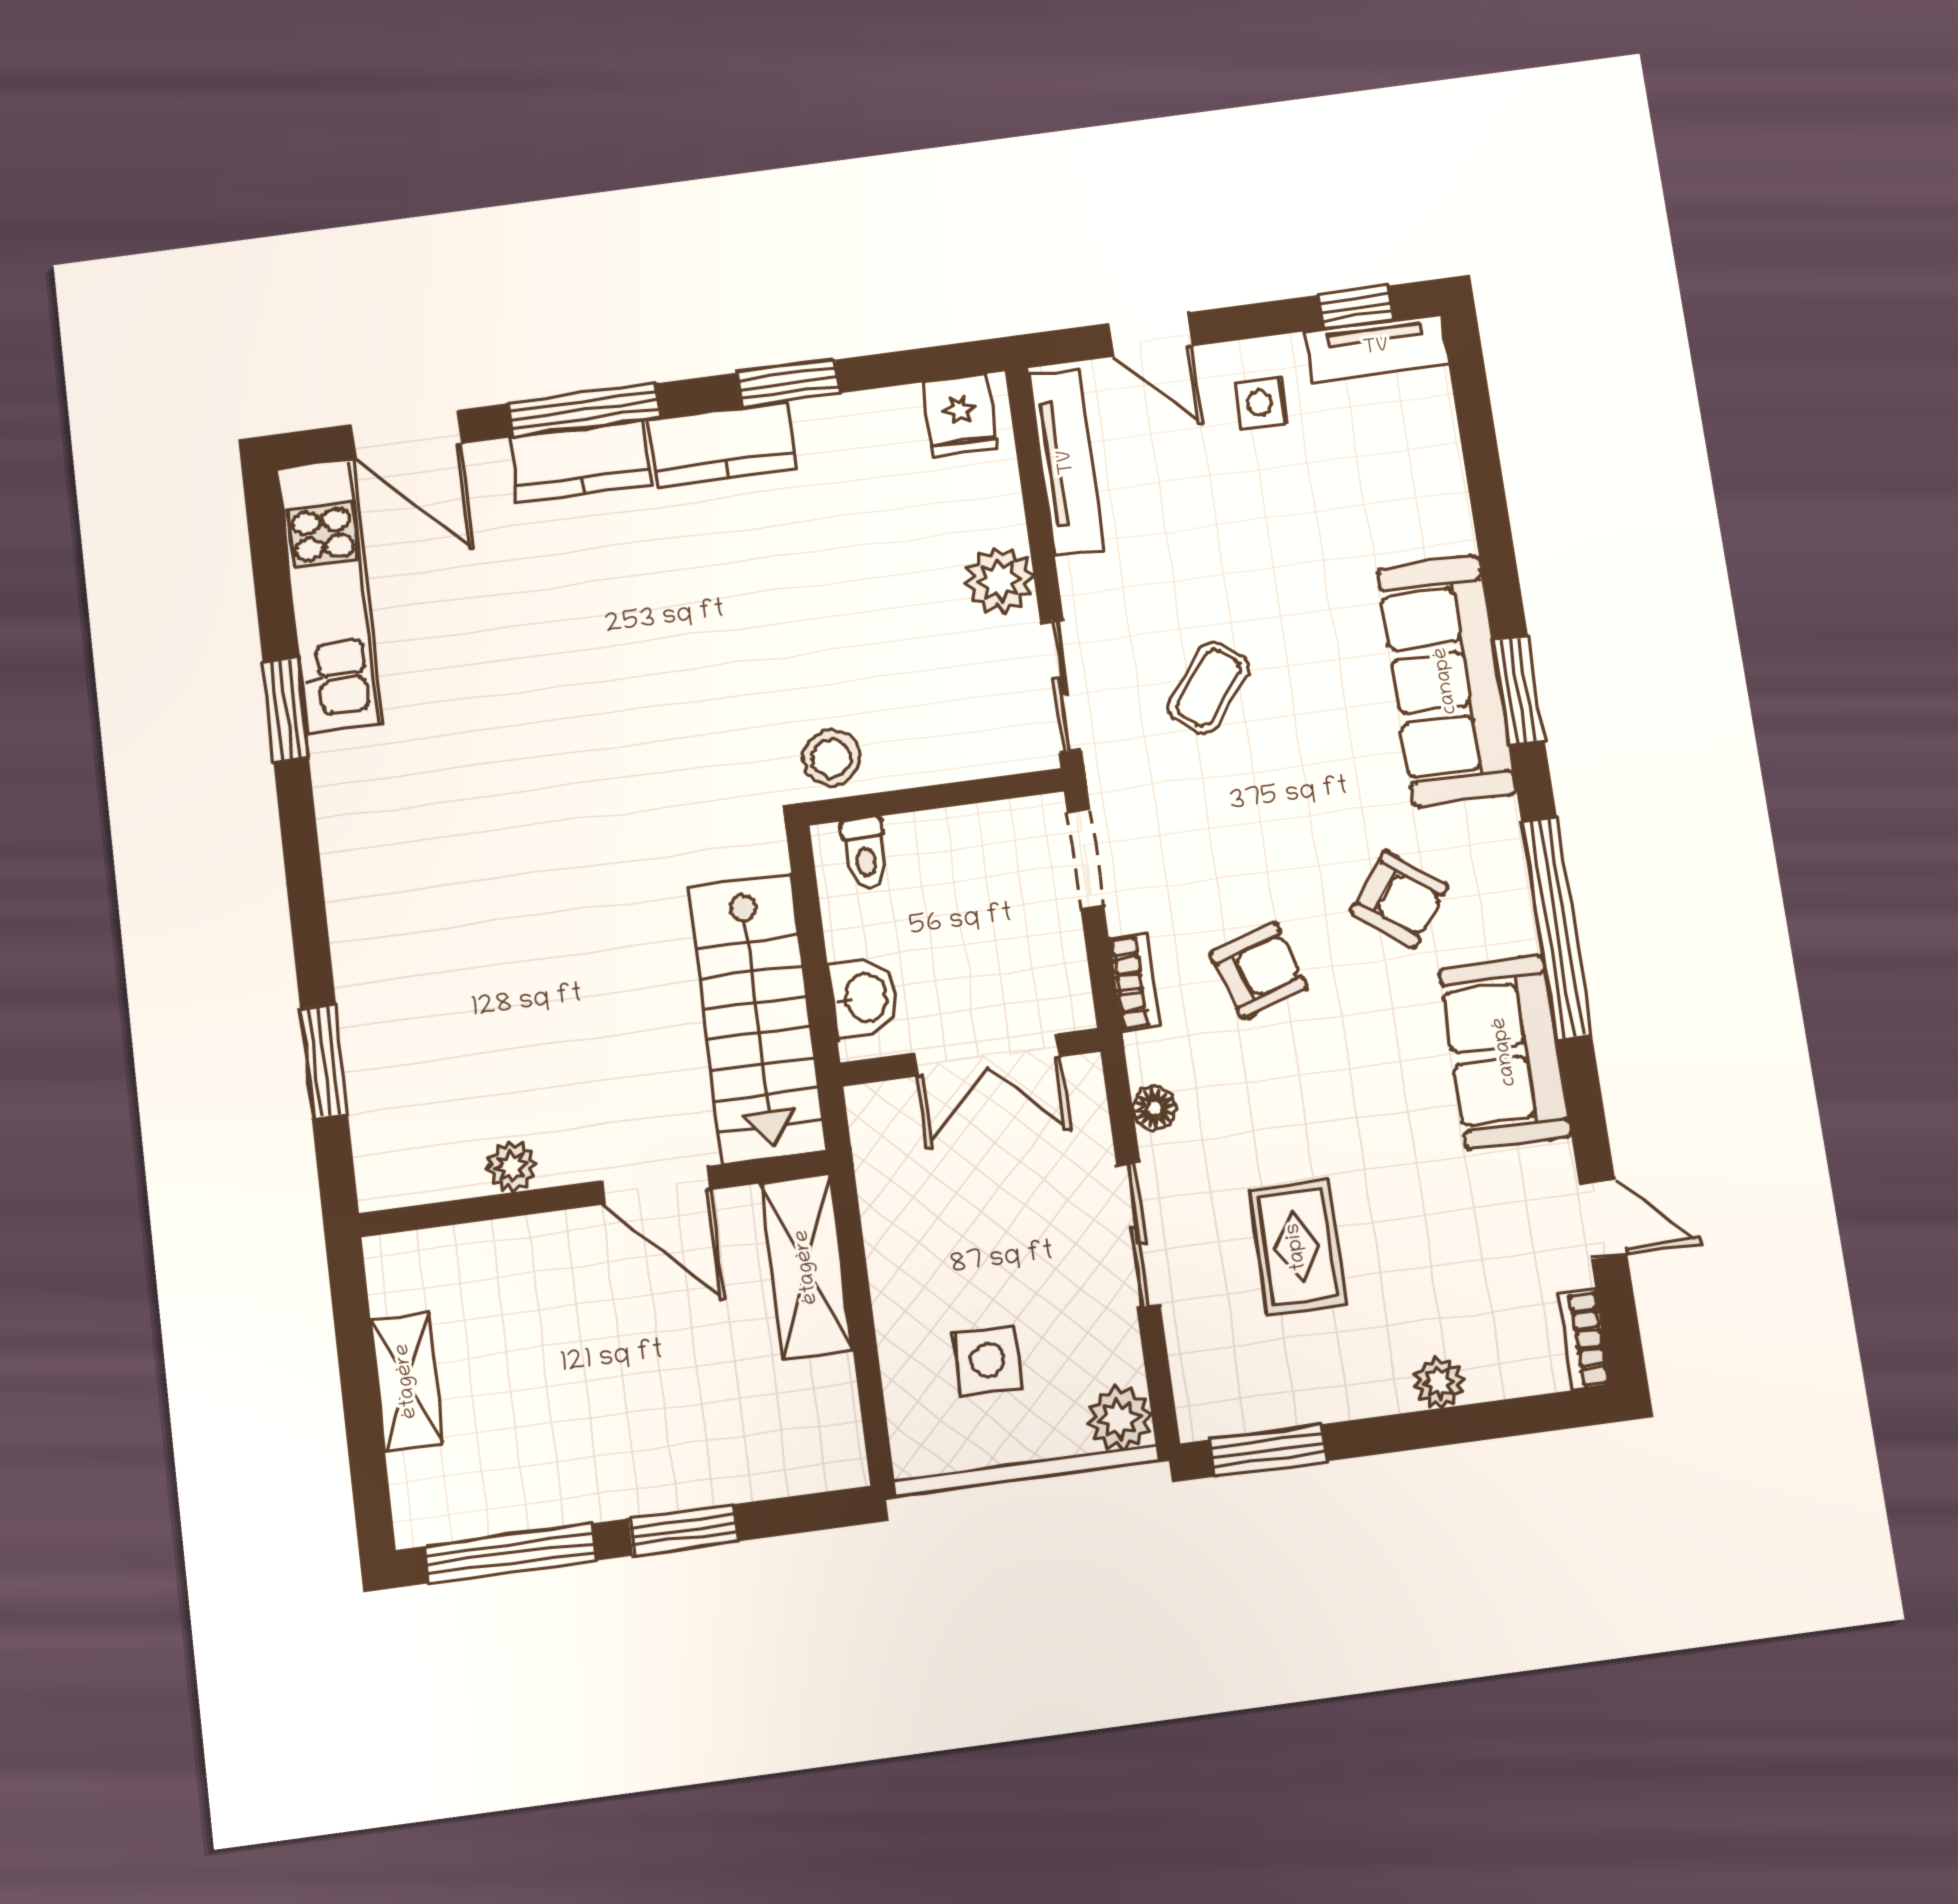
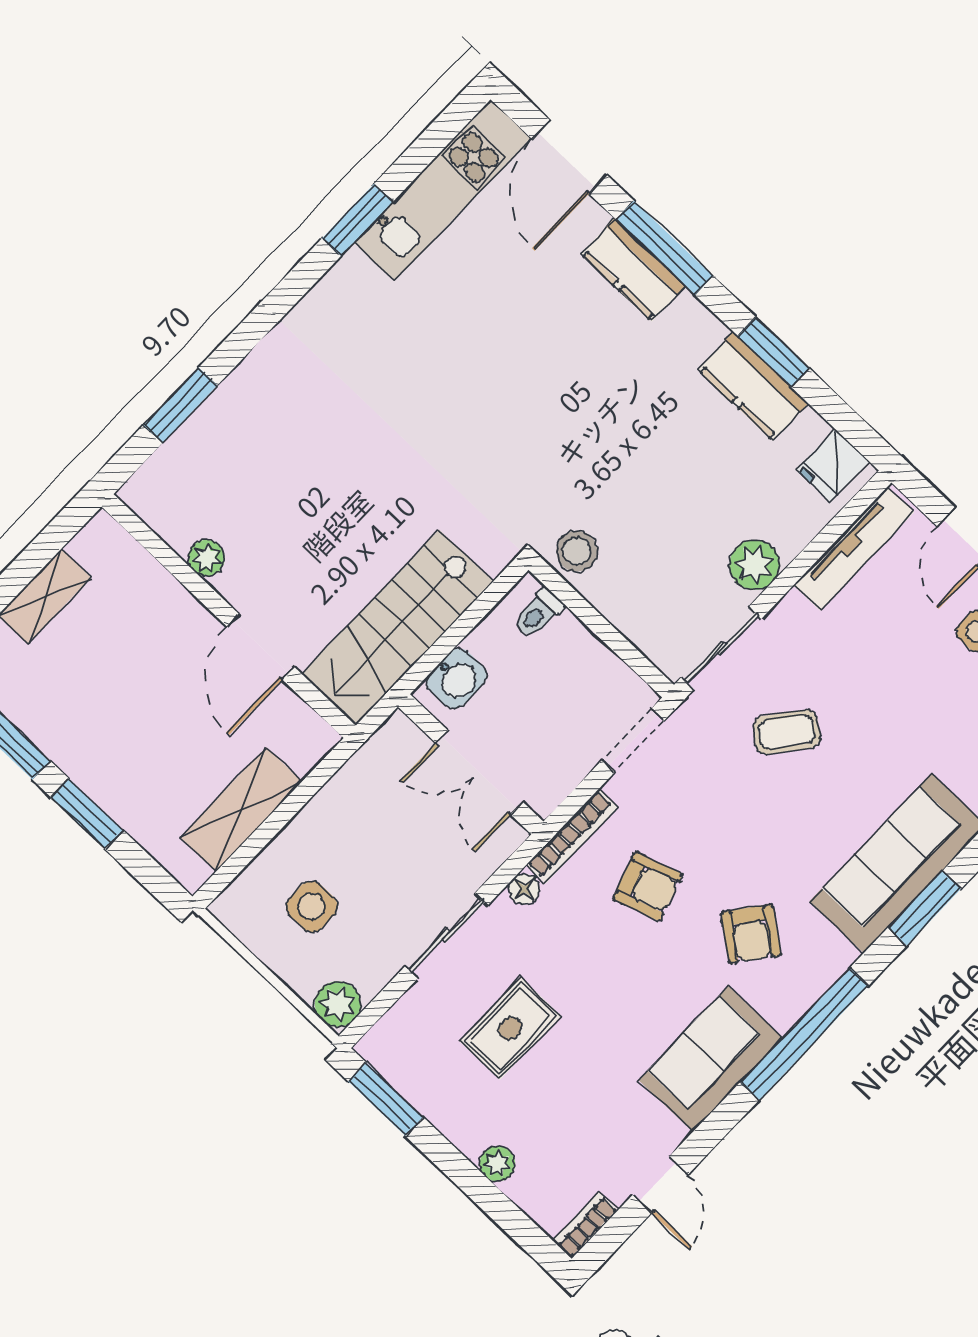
kitchen counter: (722, 444) -> (753, 386), moved
bookcase: (1134, 982) -> (572, 836), width x1.56
shelving: (807, 1267) -> (241, 810), moved

